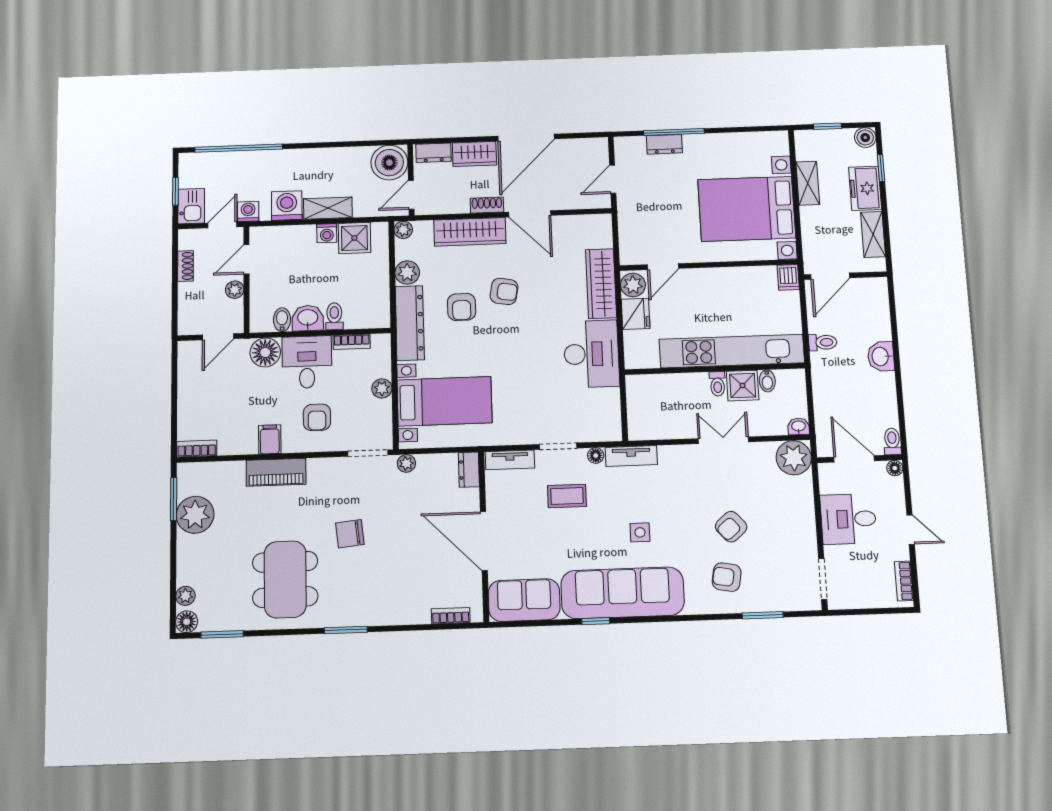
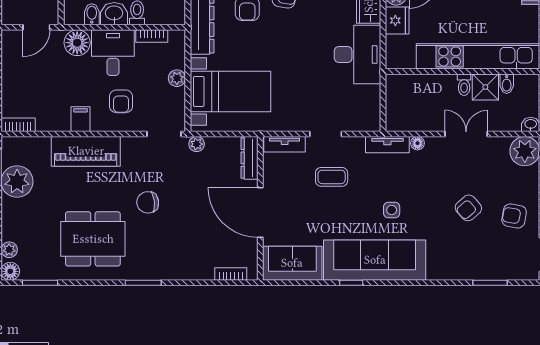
floor lamp: (596, 456) -> (418, 143), moved
dresser: (469, 470) -> (249, 158), width x1.44
piano: (276, 472) -> (86, 151), width x1.37, depth x1.33
armchair: (727, 577) -> (514, 216), moved
dining table: (285, 579) -> (93, 239), turned 90

